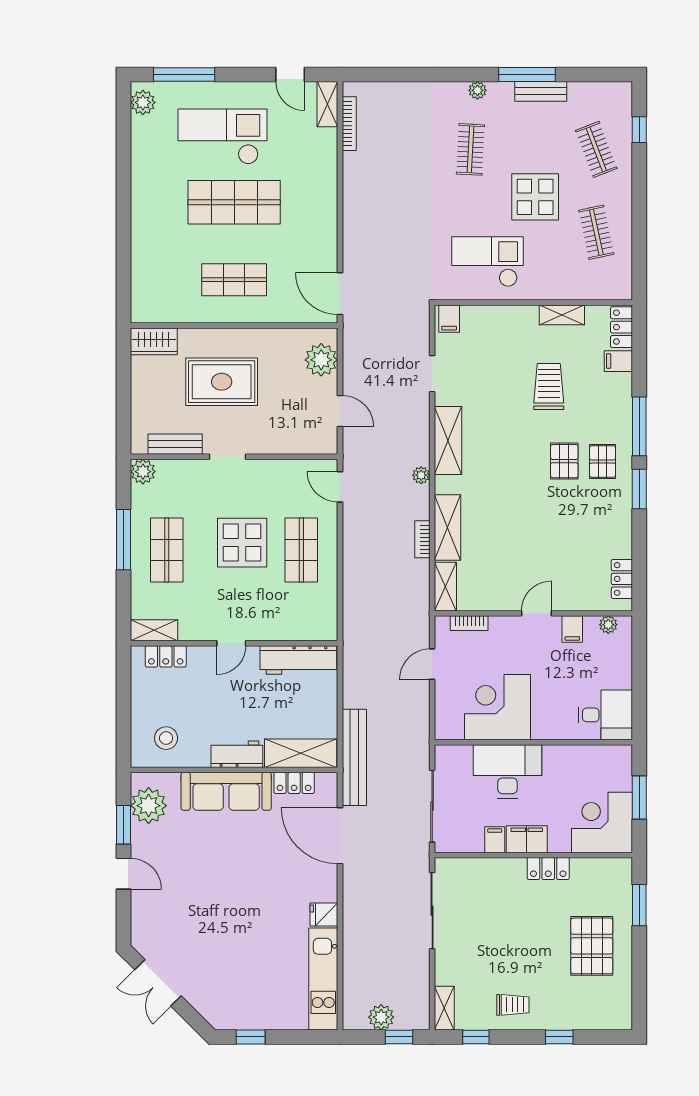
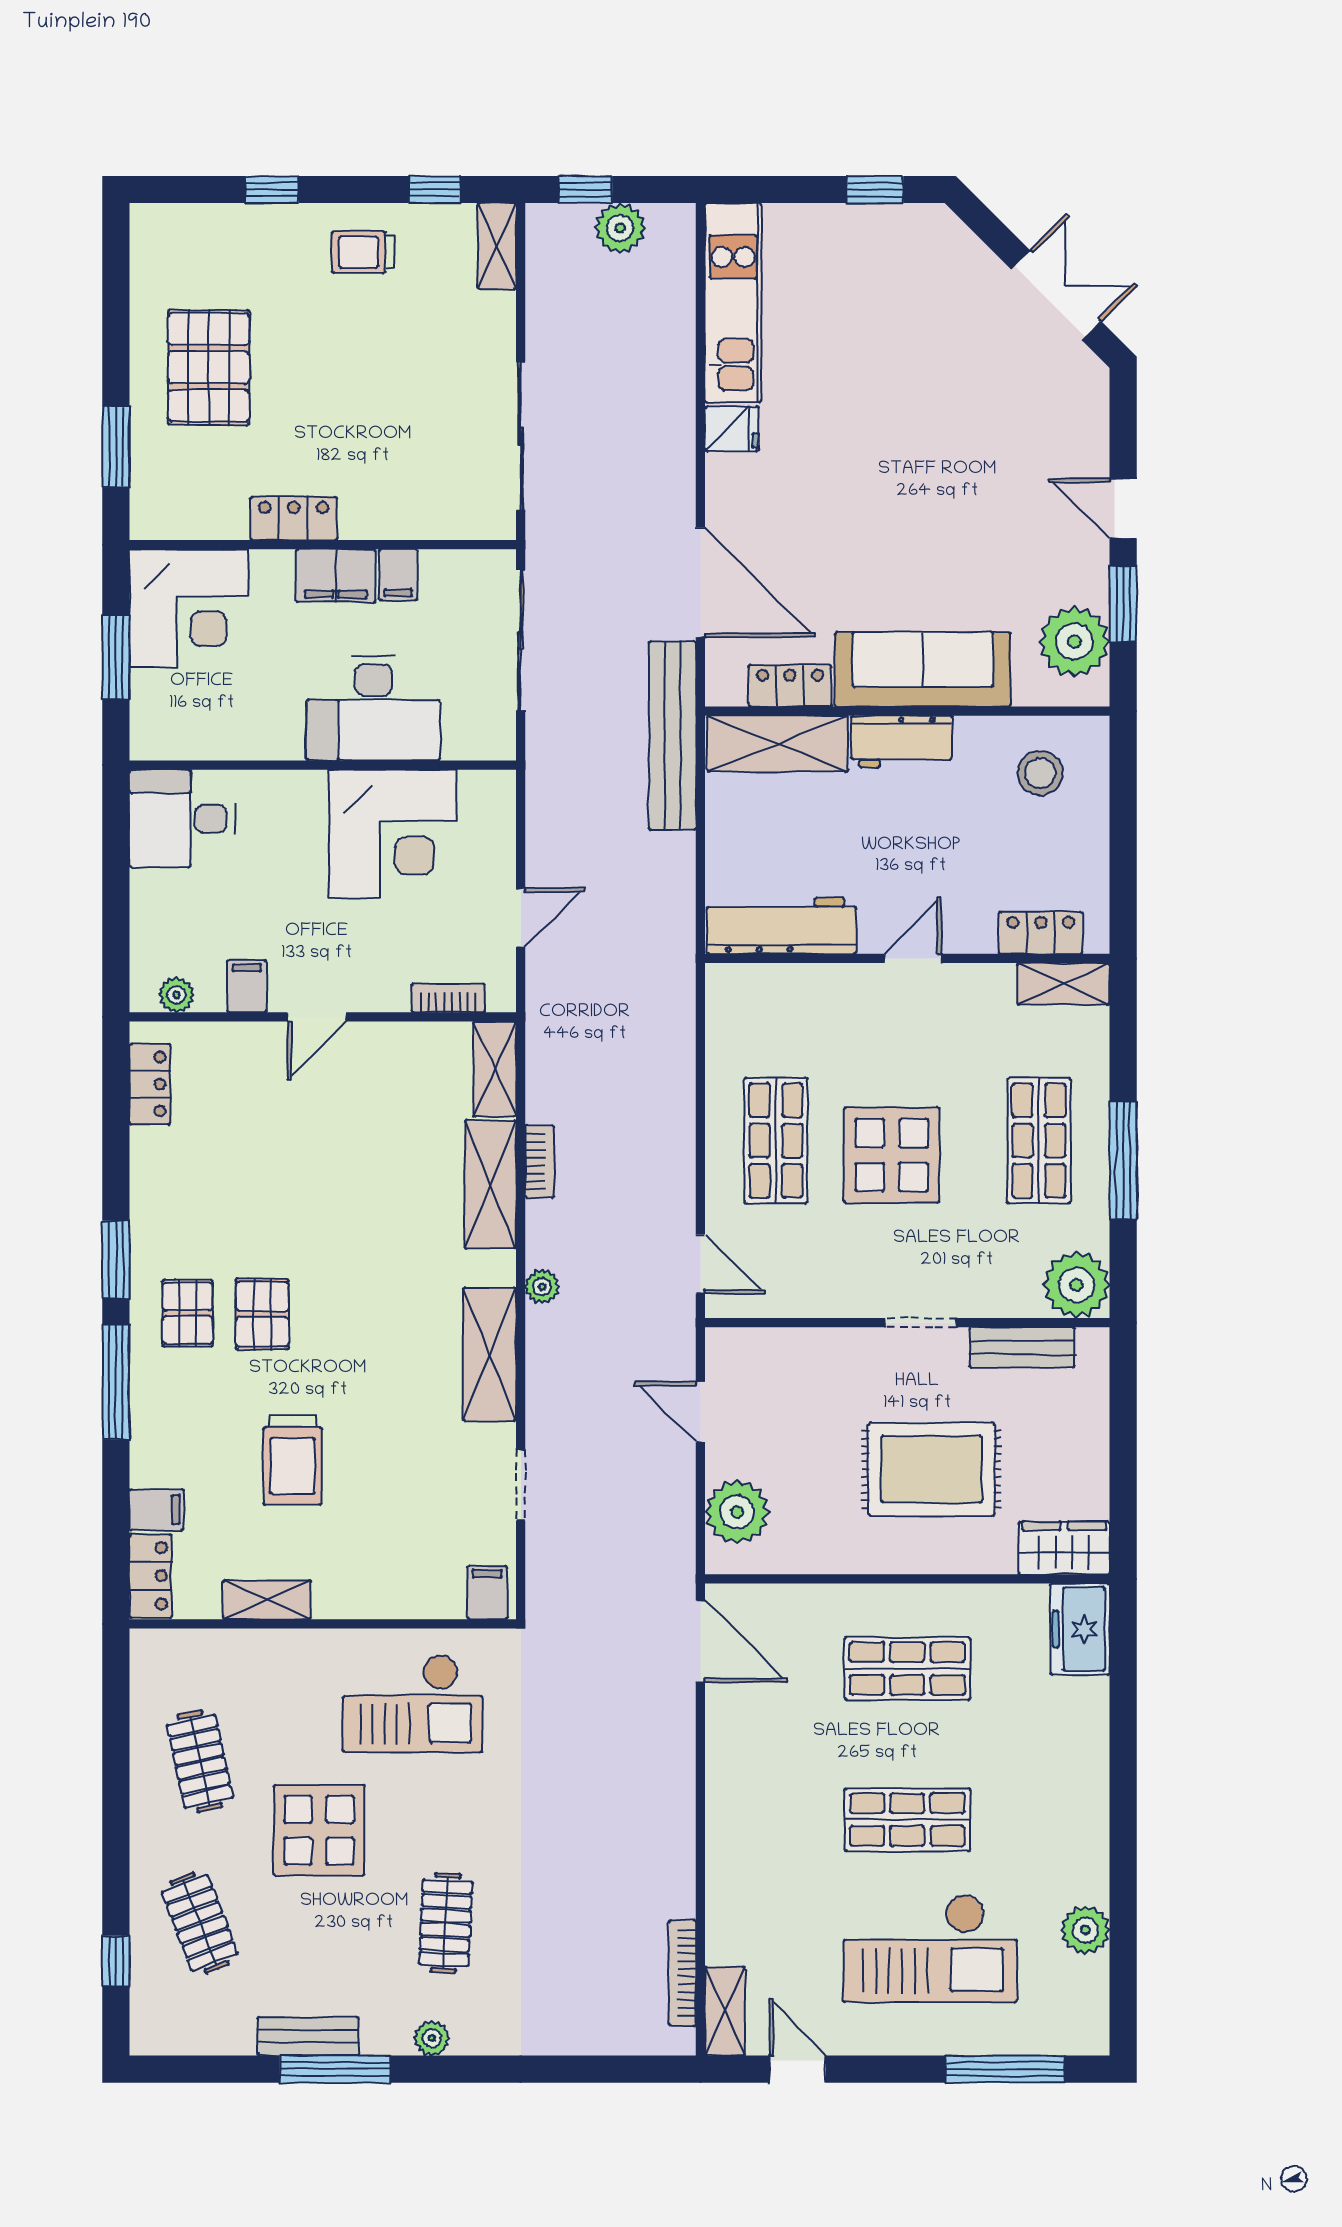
plant: (143, 102) -> (1085, 1930), moved
shop shelf: (234, 202) -> (907, 1820), width x0.70, depth x0.74
freezer: (146, 300) -> (1080, 1629), added
plant: (143, 472) -> (1076, 1285), width x1.36, depth x1.36

